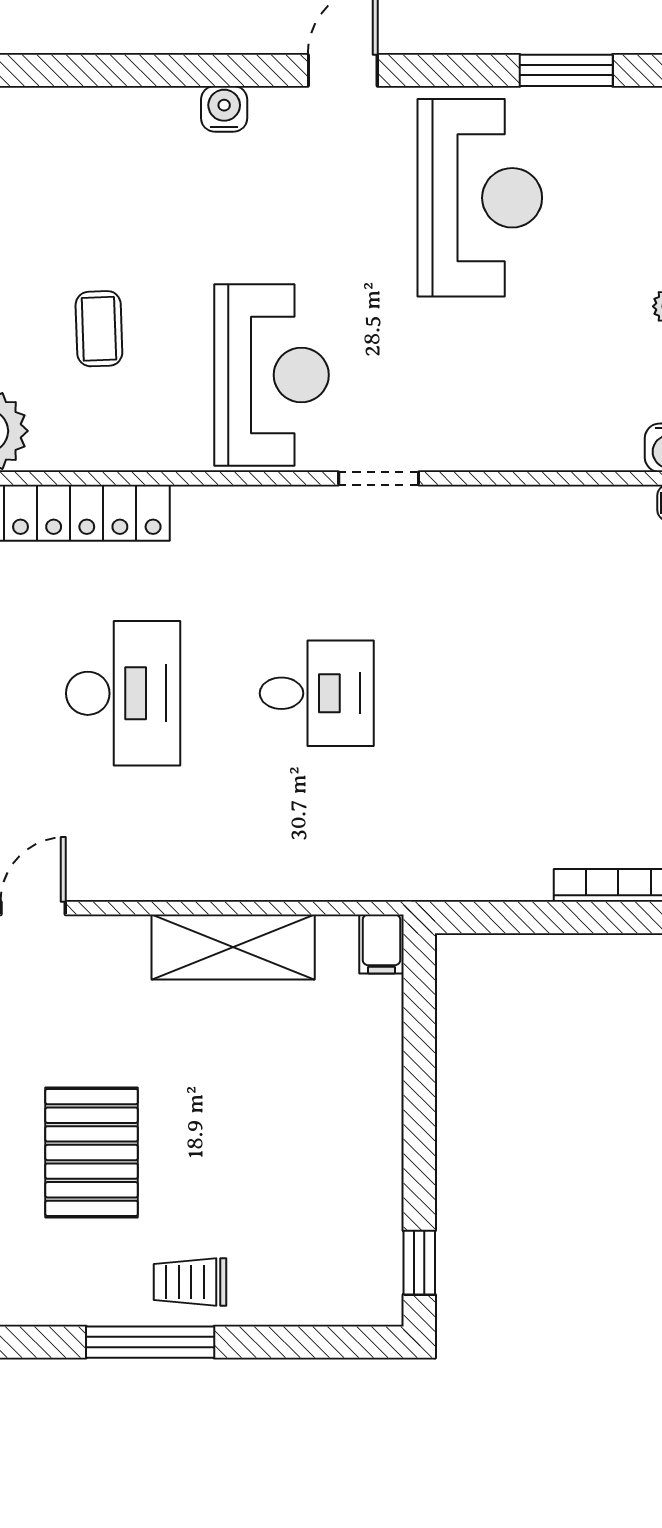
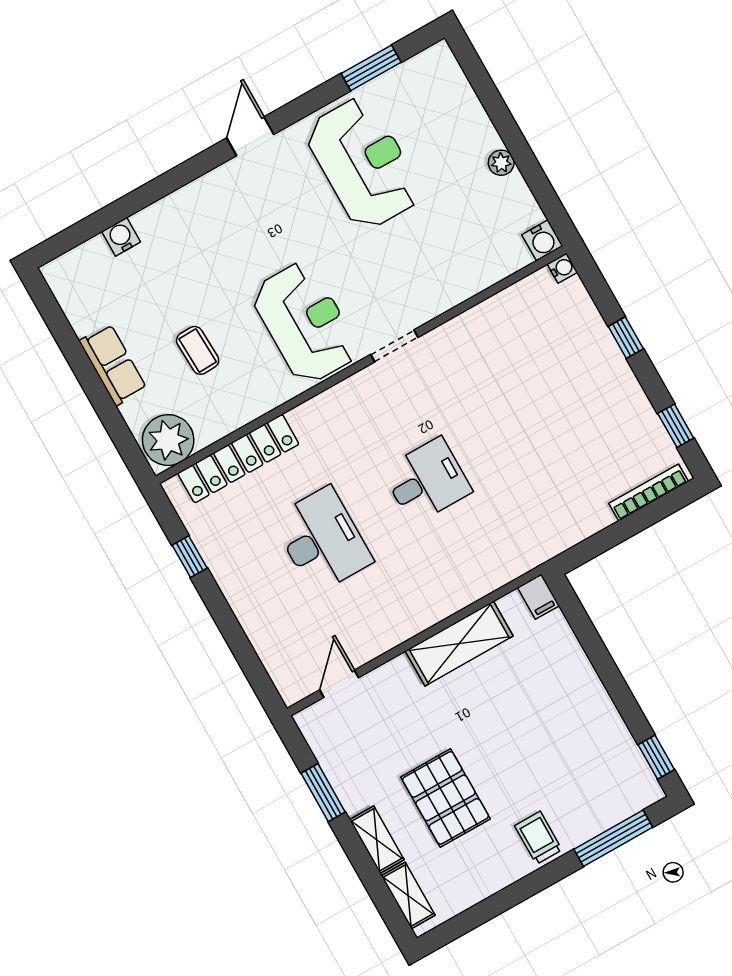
water cooler: (224, 109) -> (121, 237), moved
trolley: (190, 1282) -> (538, 838), turned 90
window: (150, 1342) -> (613, 838), moved

